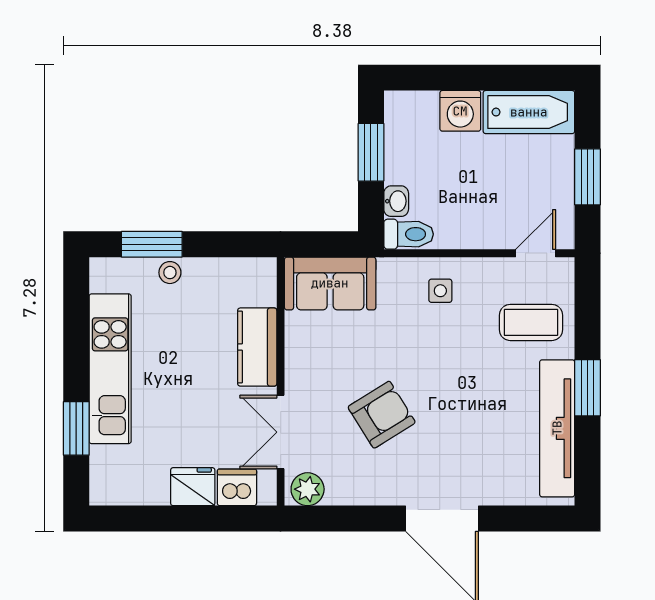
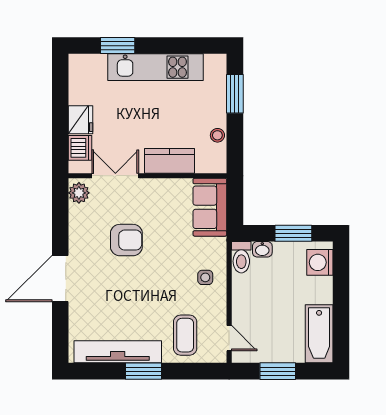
washing machine: (460, 111) -> (320, 262), moved
stool: (170, 273) -> (217, 135), moved
armchair: (382, 415) -> (126, 240), turned -58

